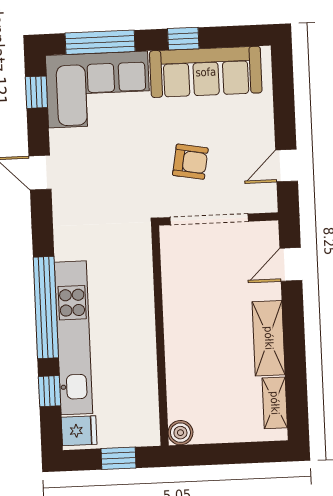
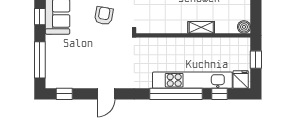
corner sofa: (98, 89) -> (64, 62), removed
shelving: (176, 350) -> (201, 27), added

